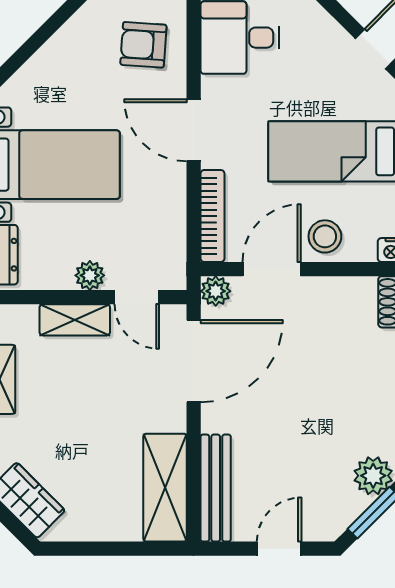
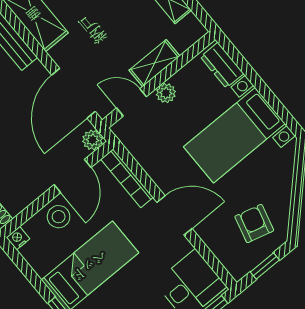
armchair: (143, 45) -> (254, 223), moved, turned -79

